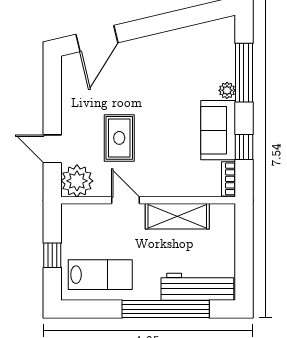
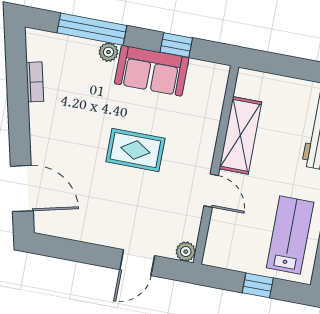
rug: (119, 138) -> (135, 150), moved
bookcase: (228, 179) -> (35, 82), moved, turned -103
plant: (77, 181) -> (186, 252), width x0.53, depth x0.53
door: (125, 200) -> (211, 191), swing flipped

